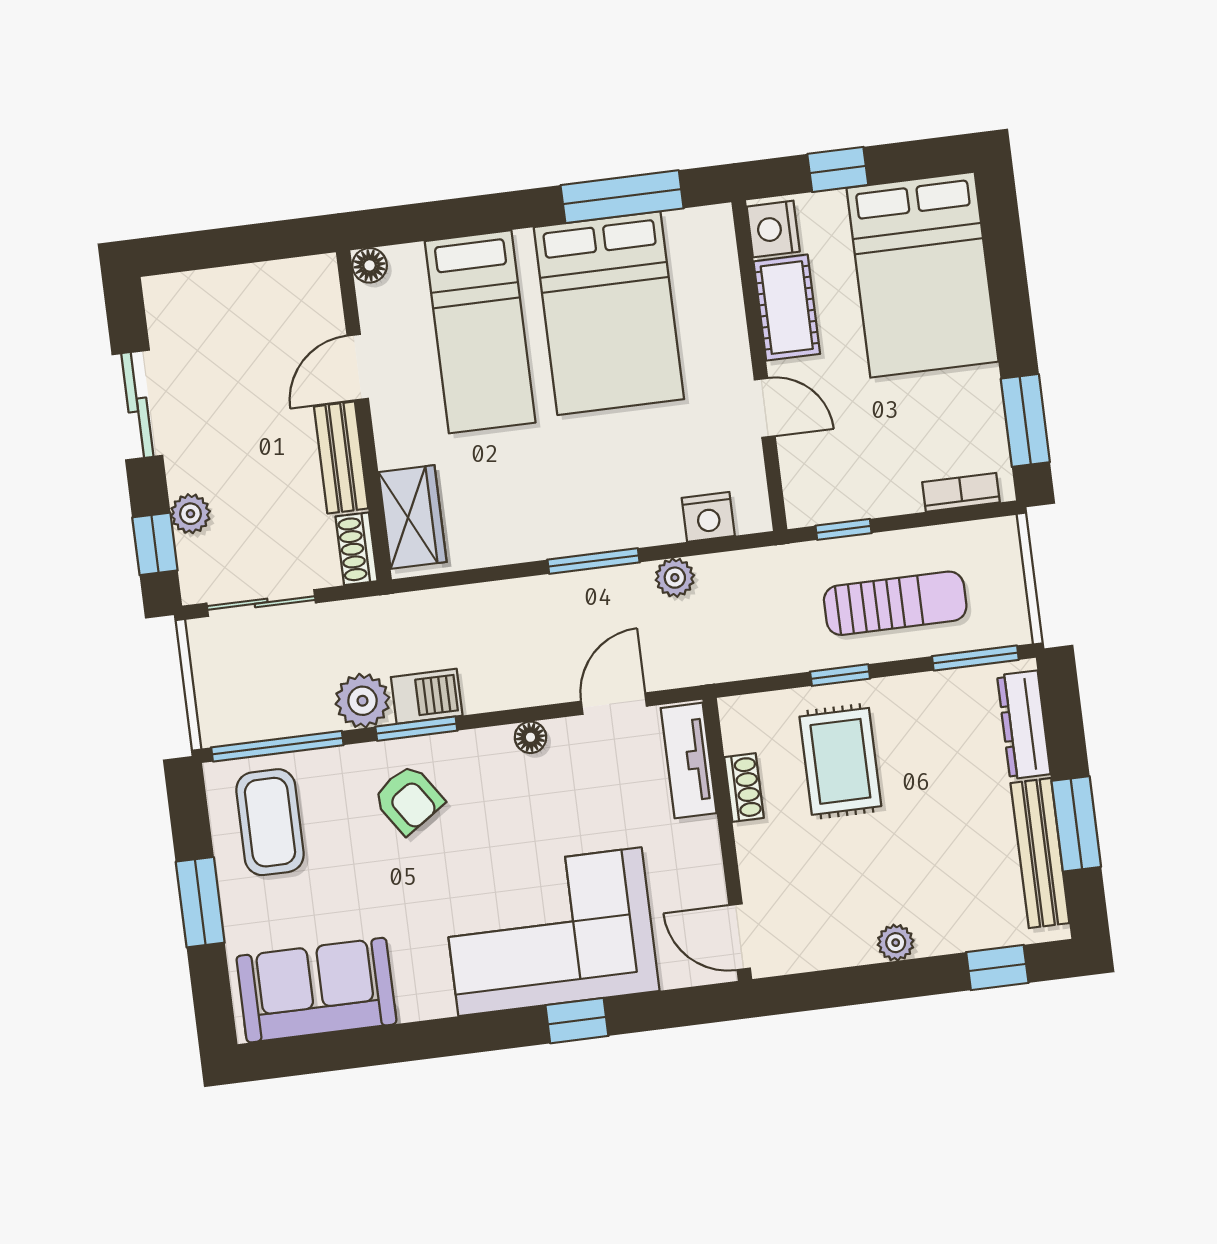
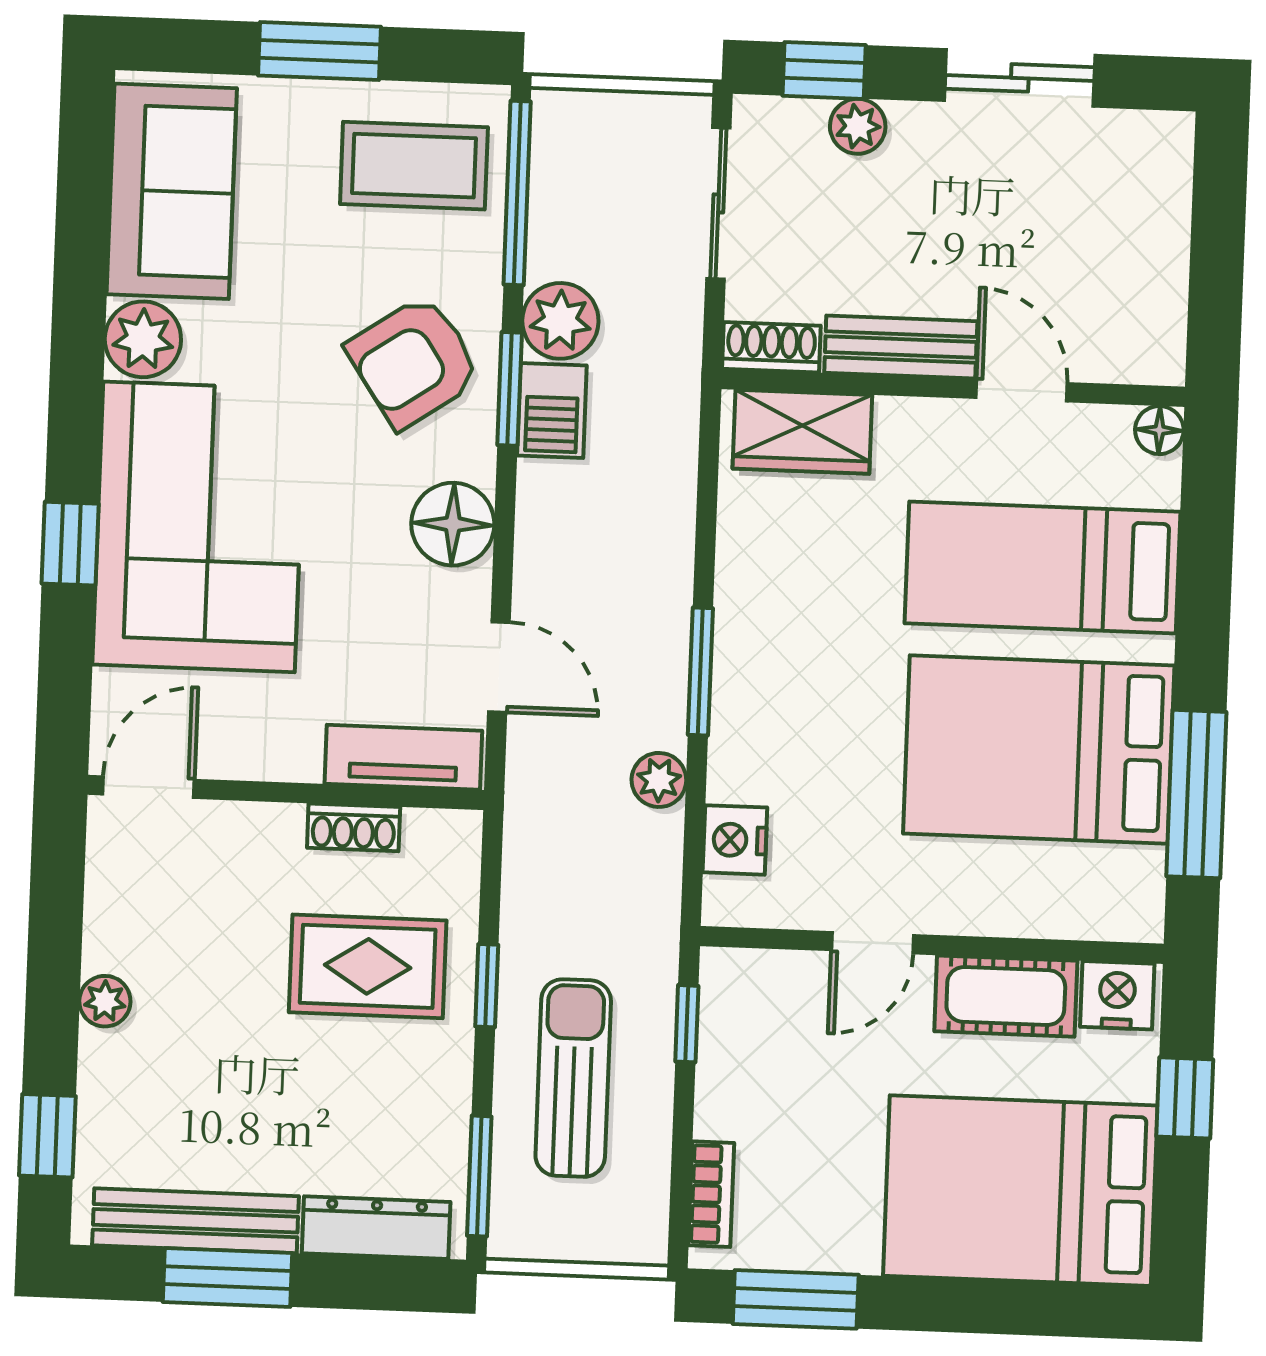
sun lounger: (895, 603) -> (573, 1078), turned 180
floor lamp: (530, 737) -> (453, 524), width x1.89, depth x1.89
armchair: (408, 799) -> (414, 362), width x1.38, depth x1.38
plant: (424, 993) -> (143, 339), added

